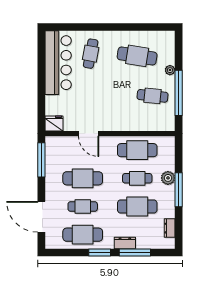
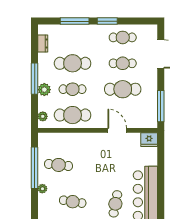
cafe table: (137, 56) -> (73, 202), width x0.73, depth x0.74
plant: (170, 149) -> (43, 116), added
cafe table: (83, 235) -> (123, 37), width x0.73, depth x0.74
dresser: (125, 243) -> (84, 30), removed

